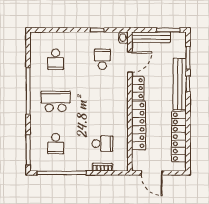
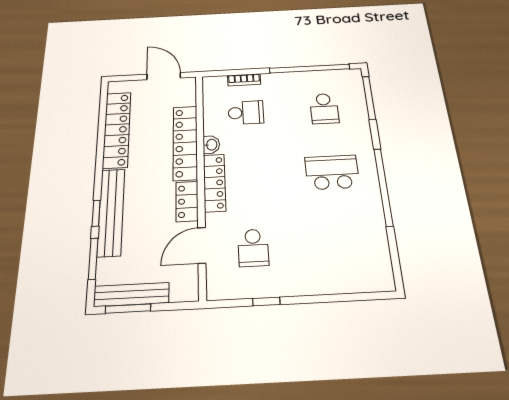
bench: (151, 37) -> (131, 294), moved
washbasin: (123, 38) -> (211, 145), moved
school desk: (56, 59) -> (341, 243), removed
locker: (122, 99) -> (214, 183), added
school desk: (56, 101) -> (332, 172), turned 180
school desk: (56, 144) -> (324, 109), turned 180
school desk: (102, 144) -> (246, 113), turned 180

